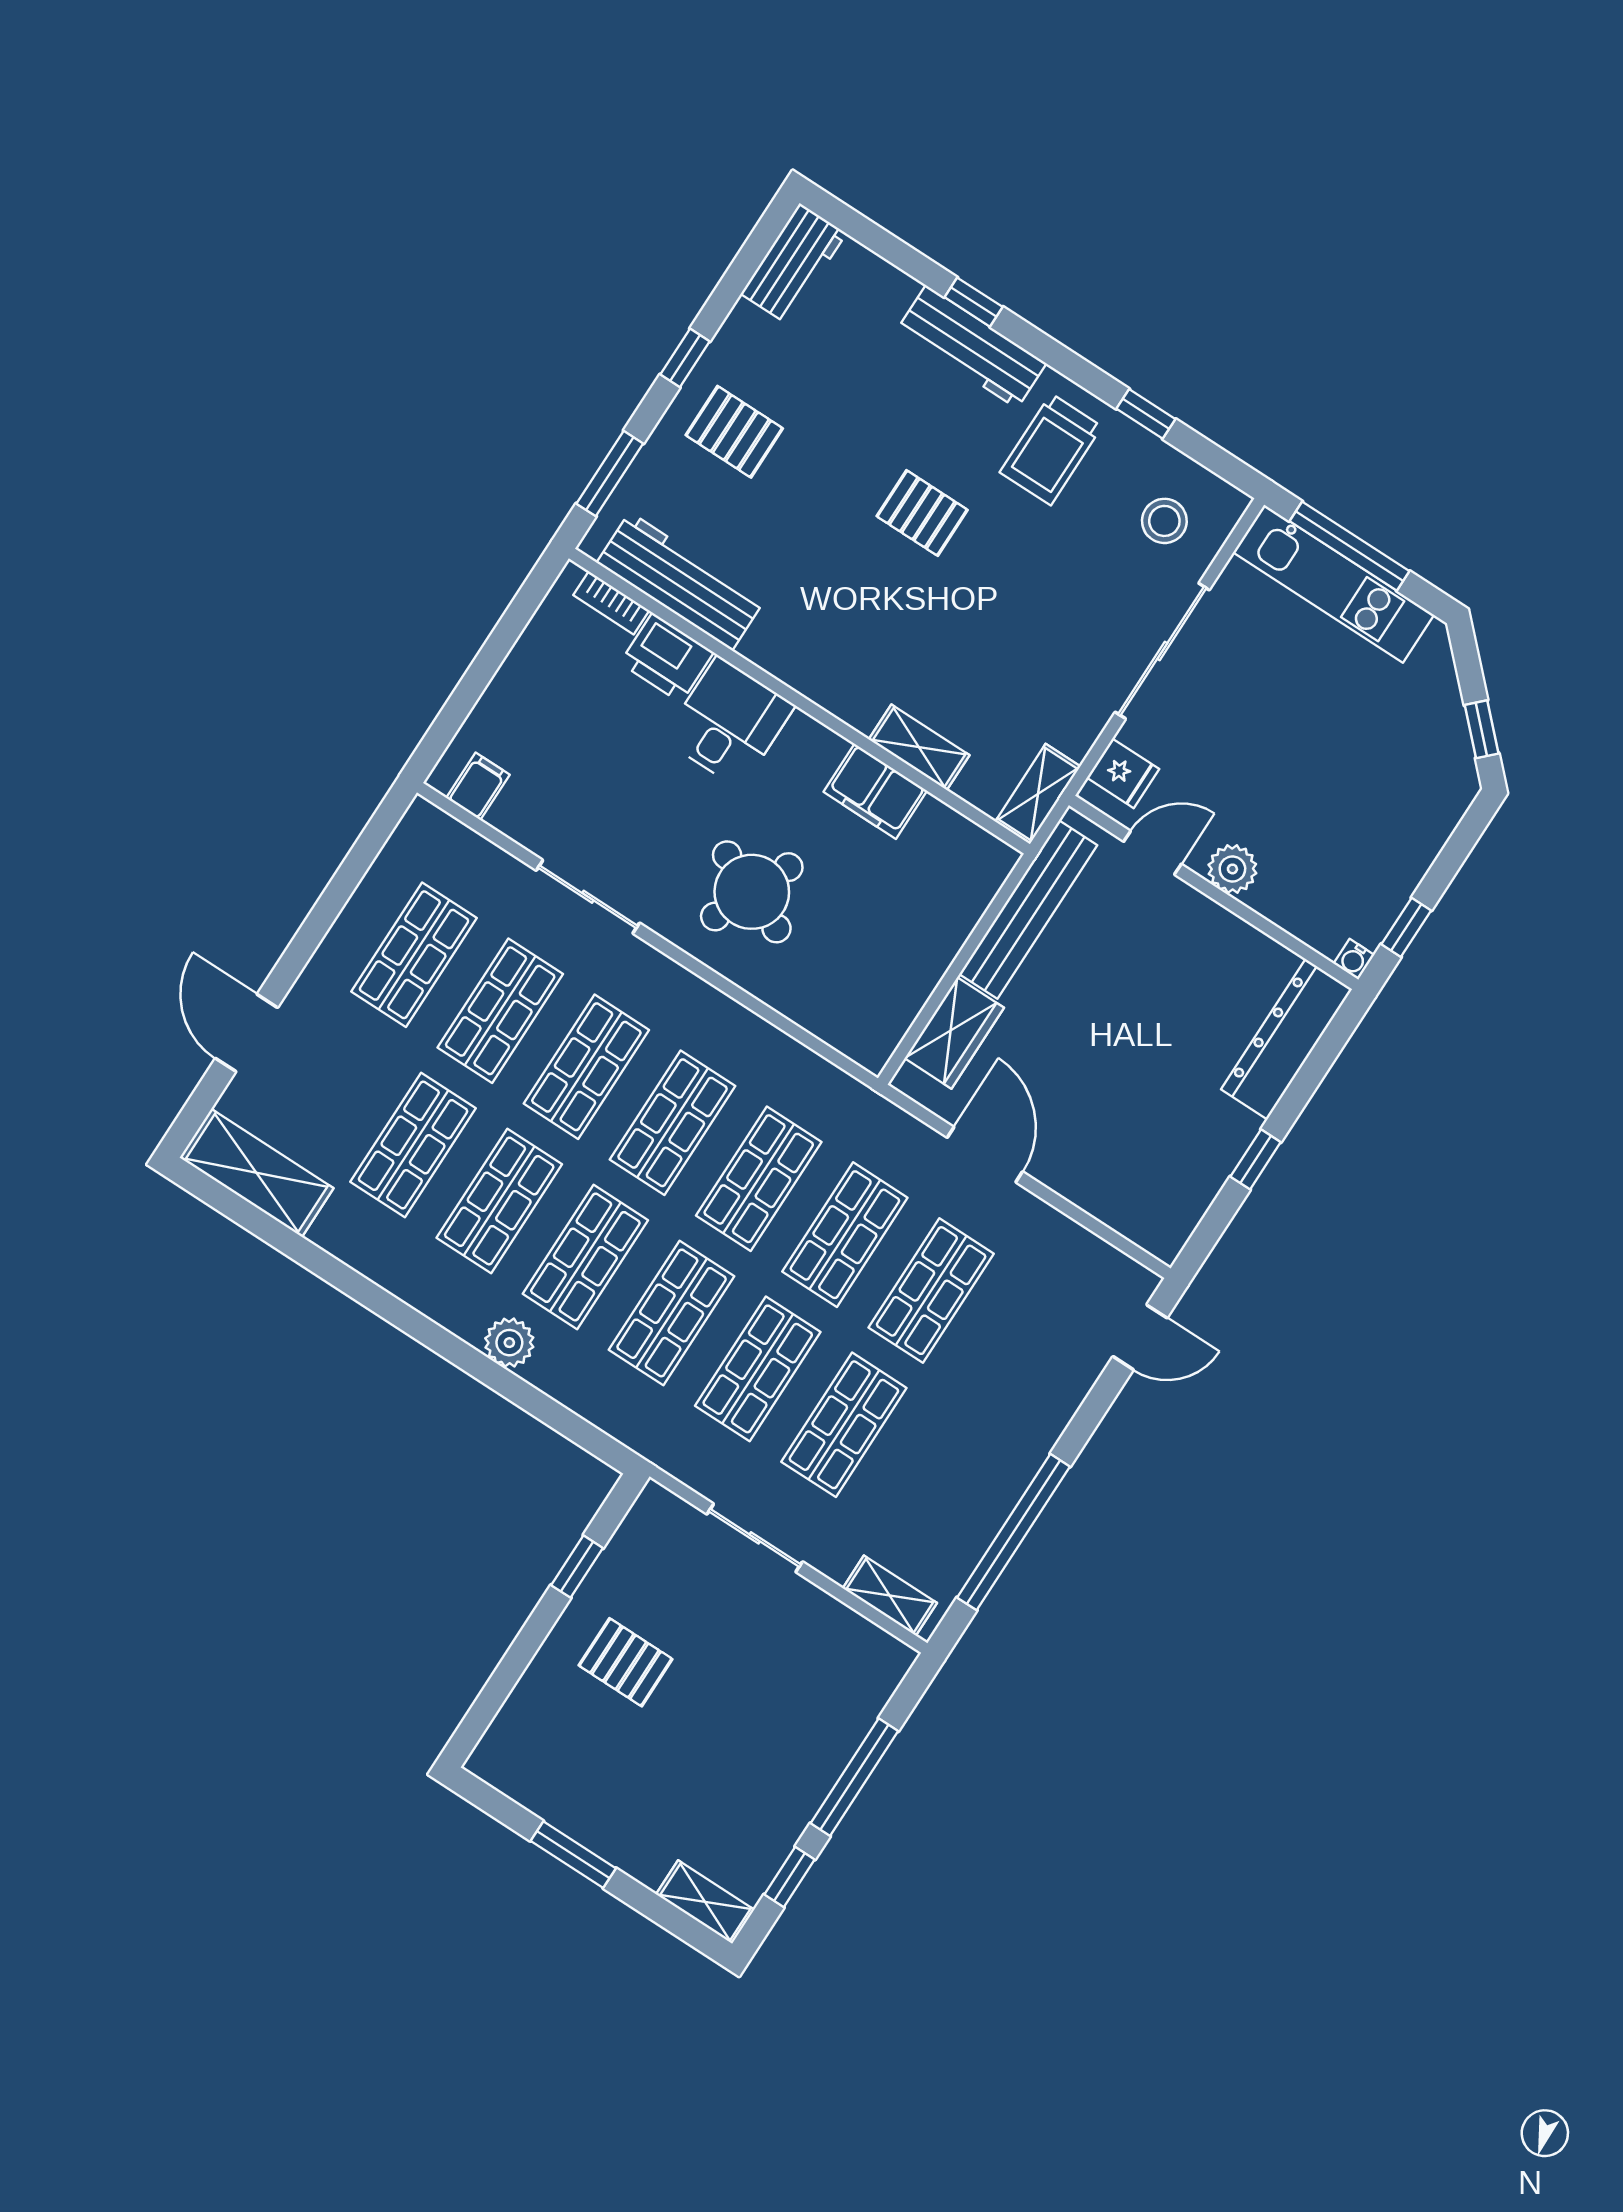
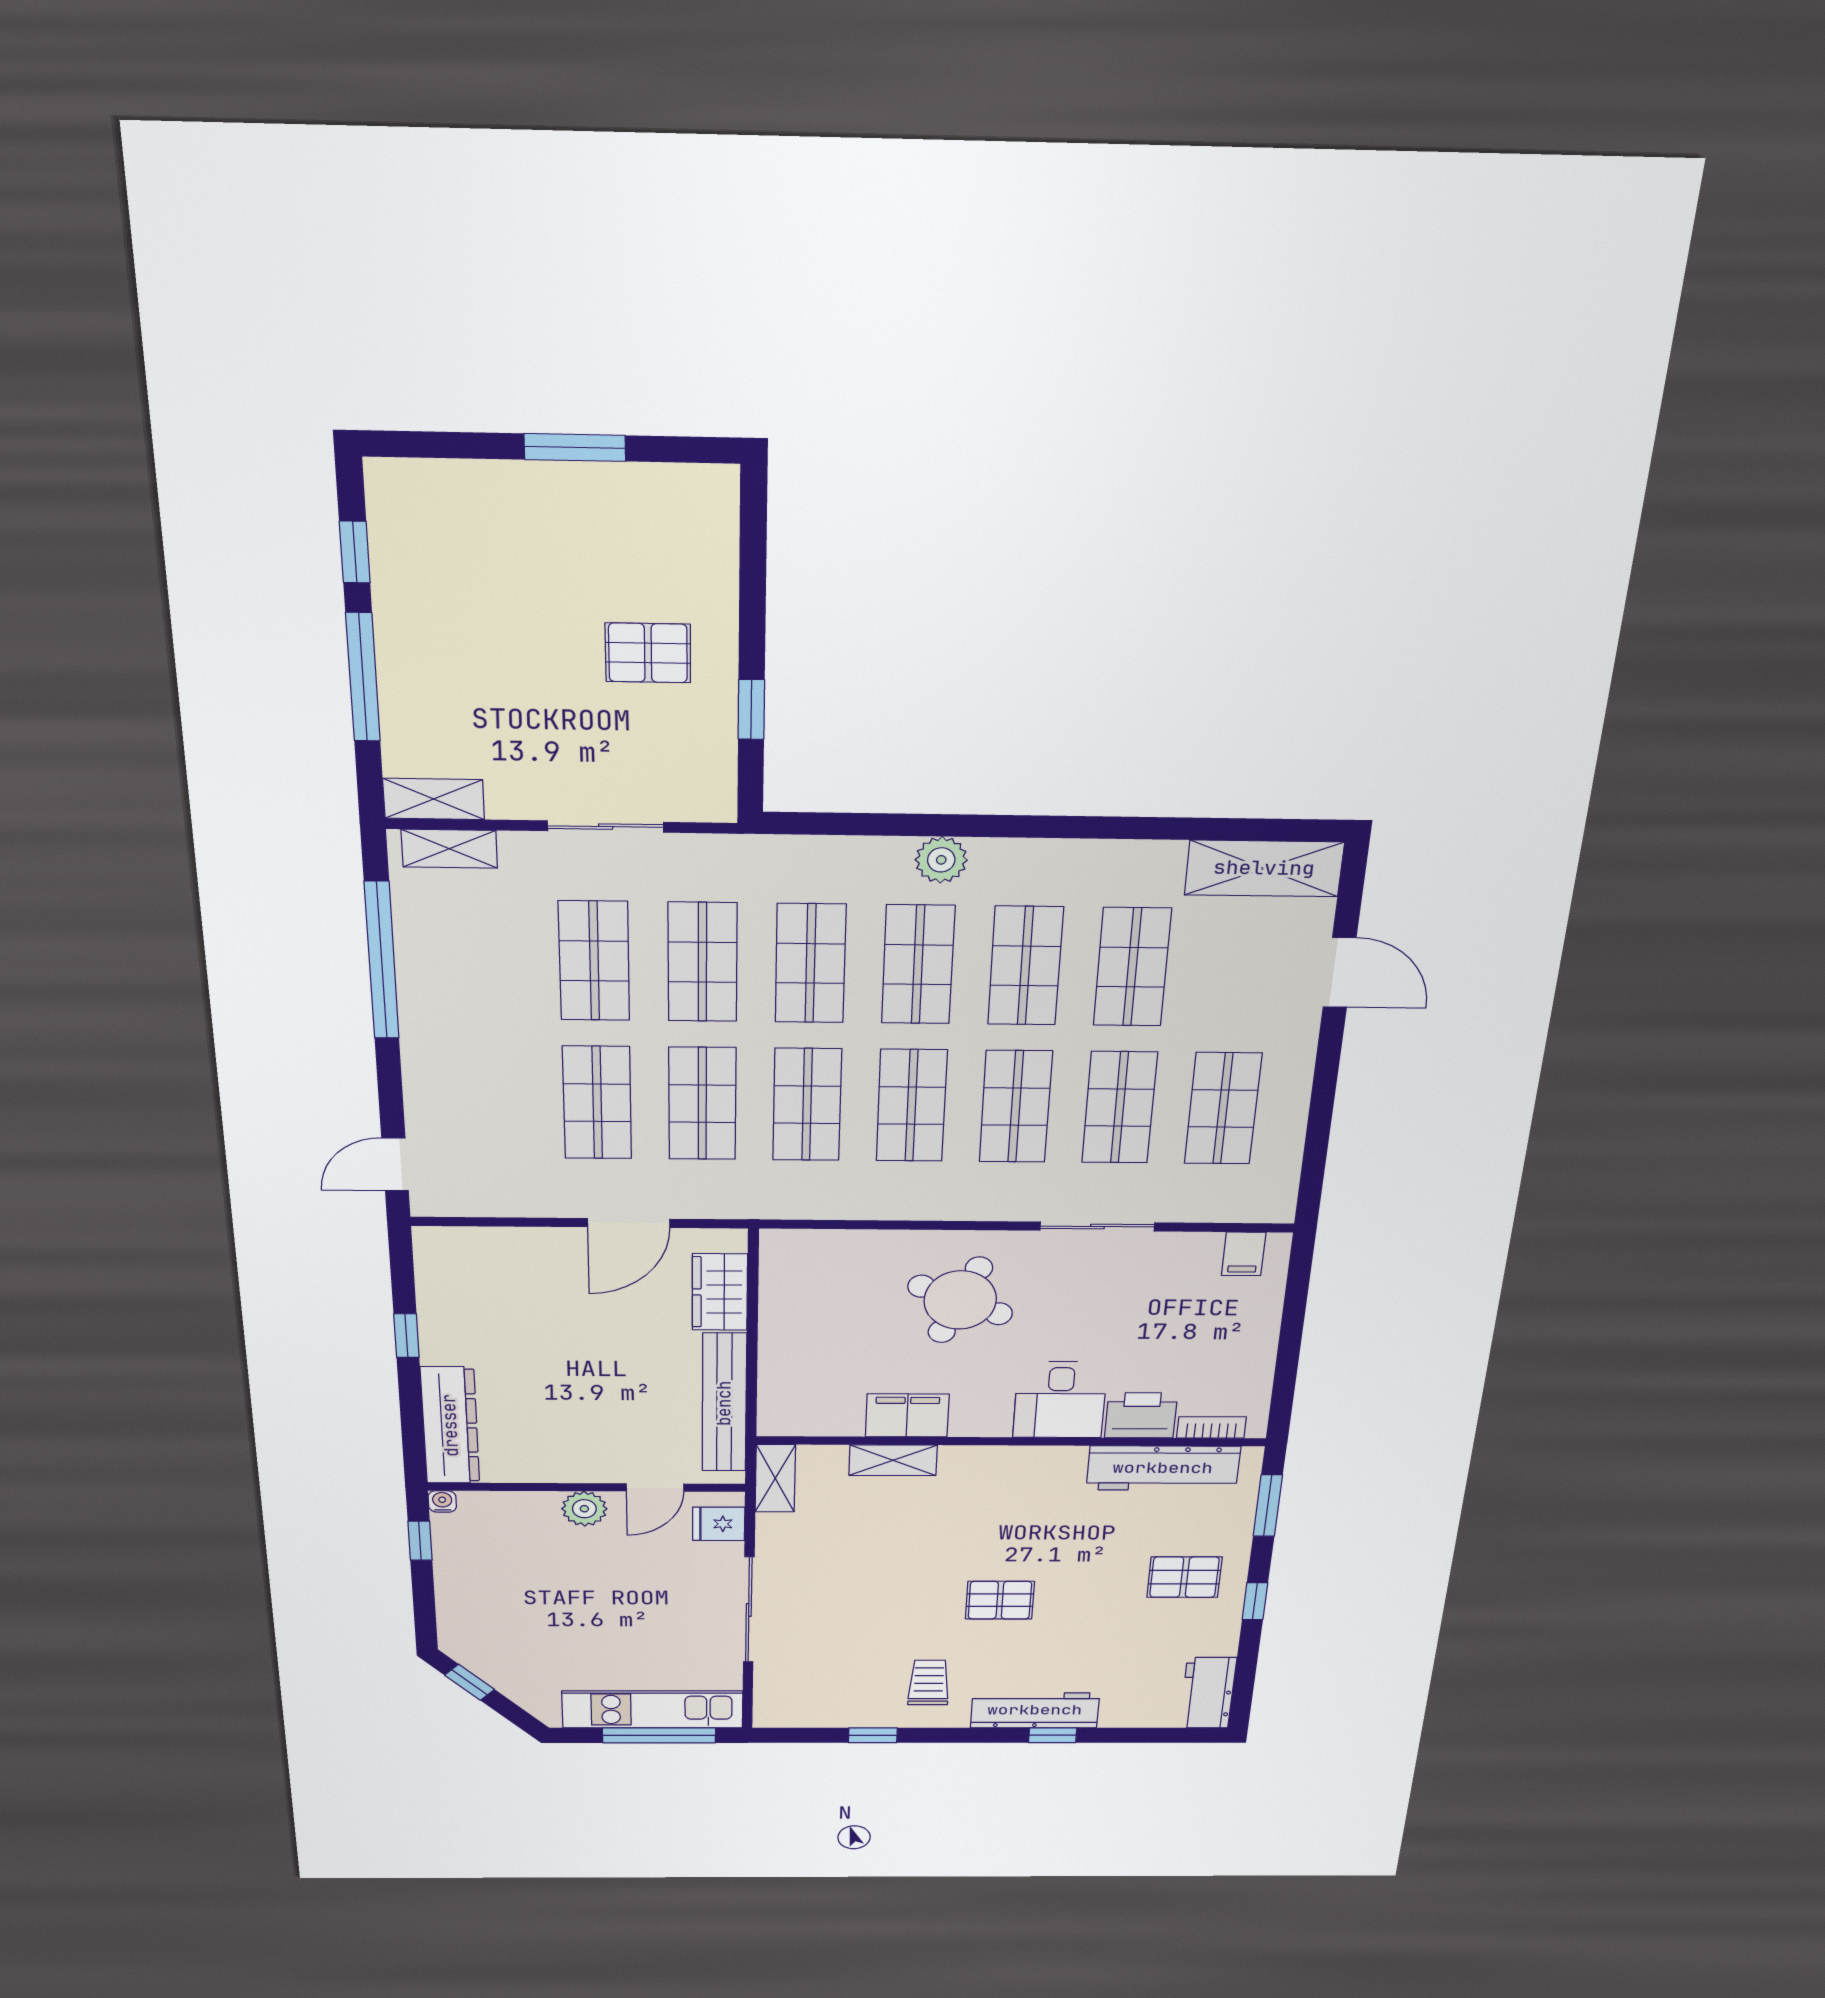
trolley: (1051, 449) -> (929, 1683), width x0.73, depth x0.72
stool: (1164, 521) -> (809, 1684), removed
door: (985, 1155) -> (629, 1223), hinge flipped
shelving: (705, 1902) -> (434, 799), moved

